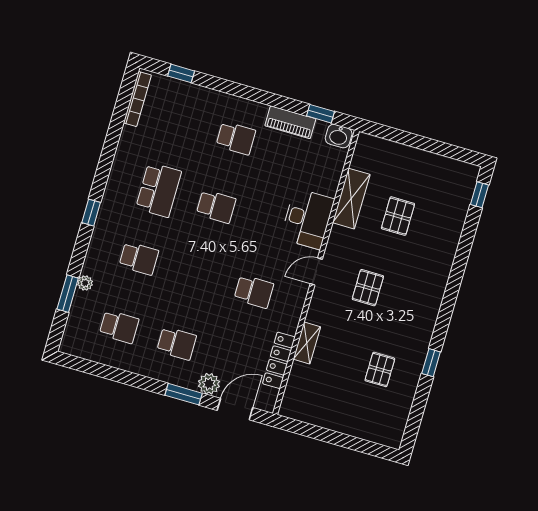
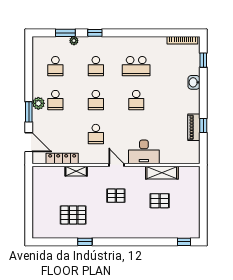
window: (321, 114) -> (203, 125), moved
washbasin: (339, 136) -> (194, 82), moved
school desk: (236, 138) -> (96, 100), moved
window: (91, 213) -> (95, 33), moved
pallet: (380, 369) -> (73, 215), width x1.50, depth x1.42
plant: (209, 384) -> (38, 103), moved

